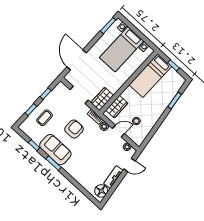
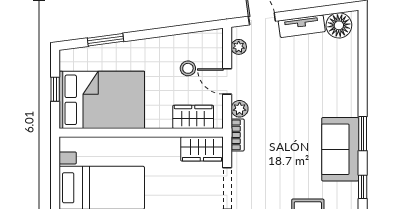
bed: (150, 76) -> (102, 100), width x1.50
armchair: (74, 129) -> (284, 150), removed

